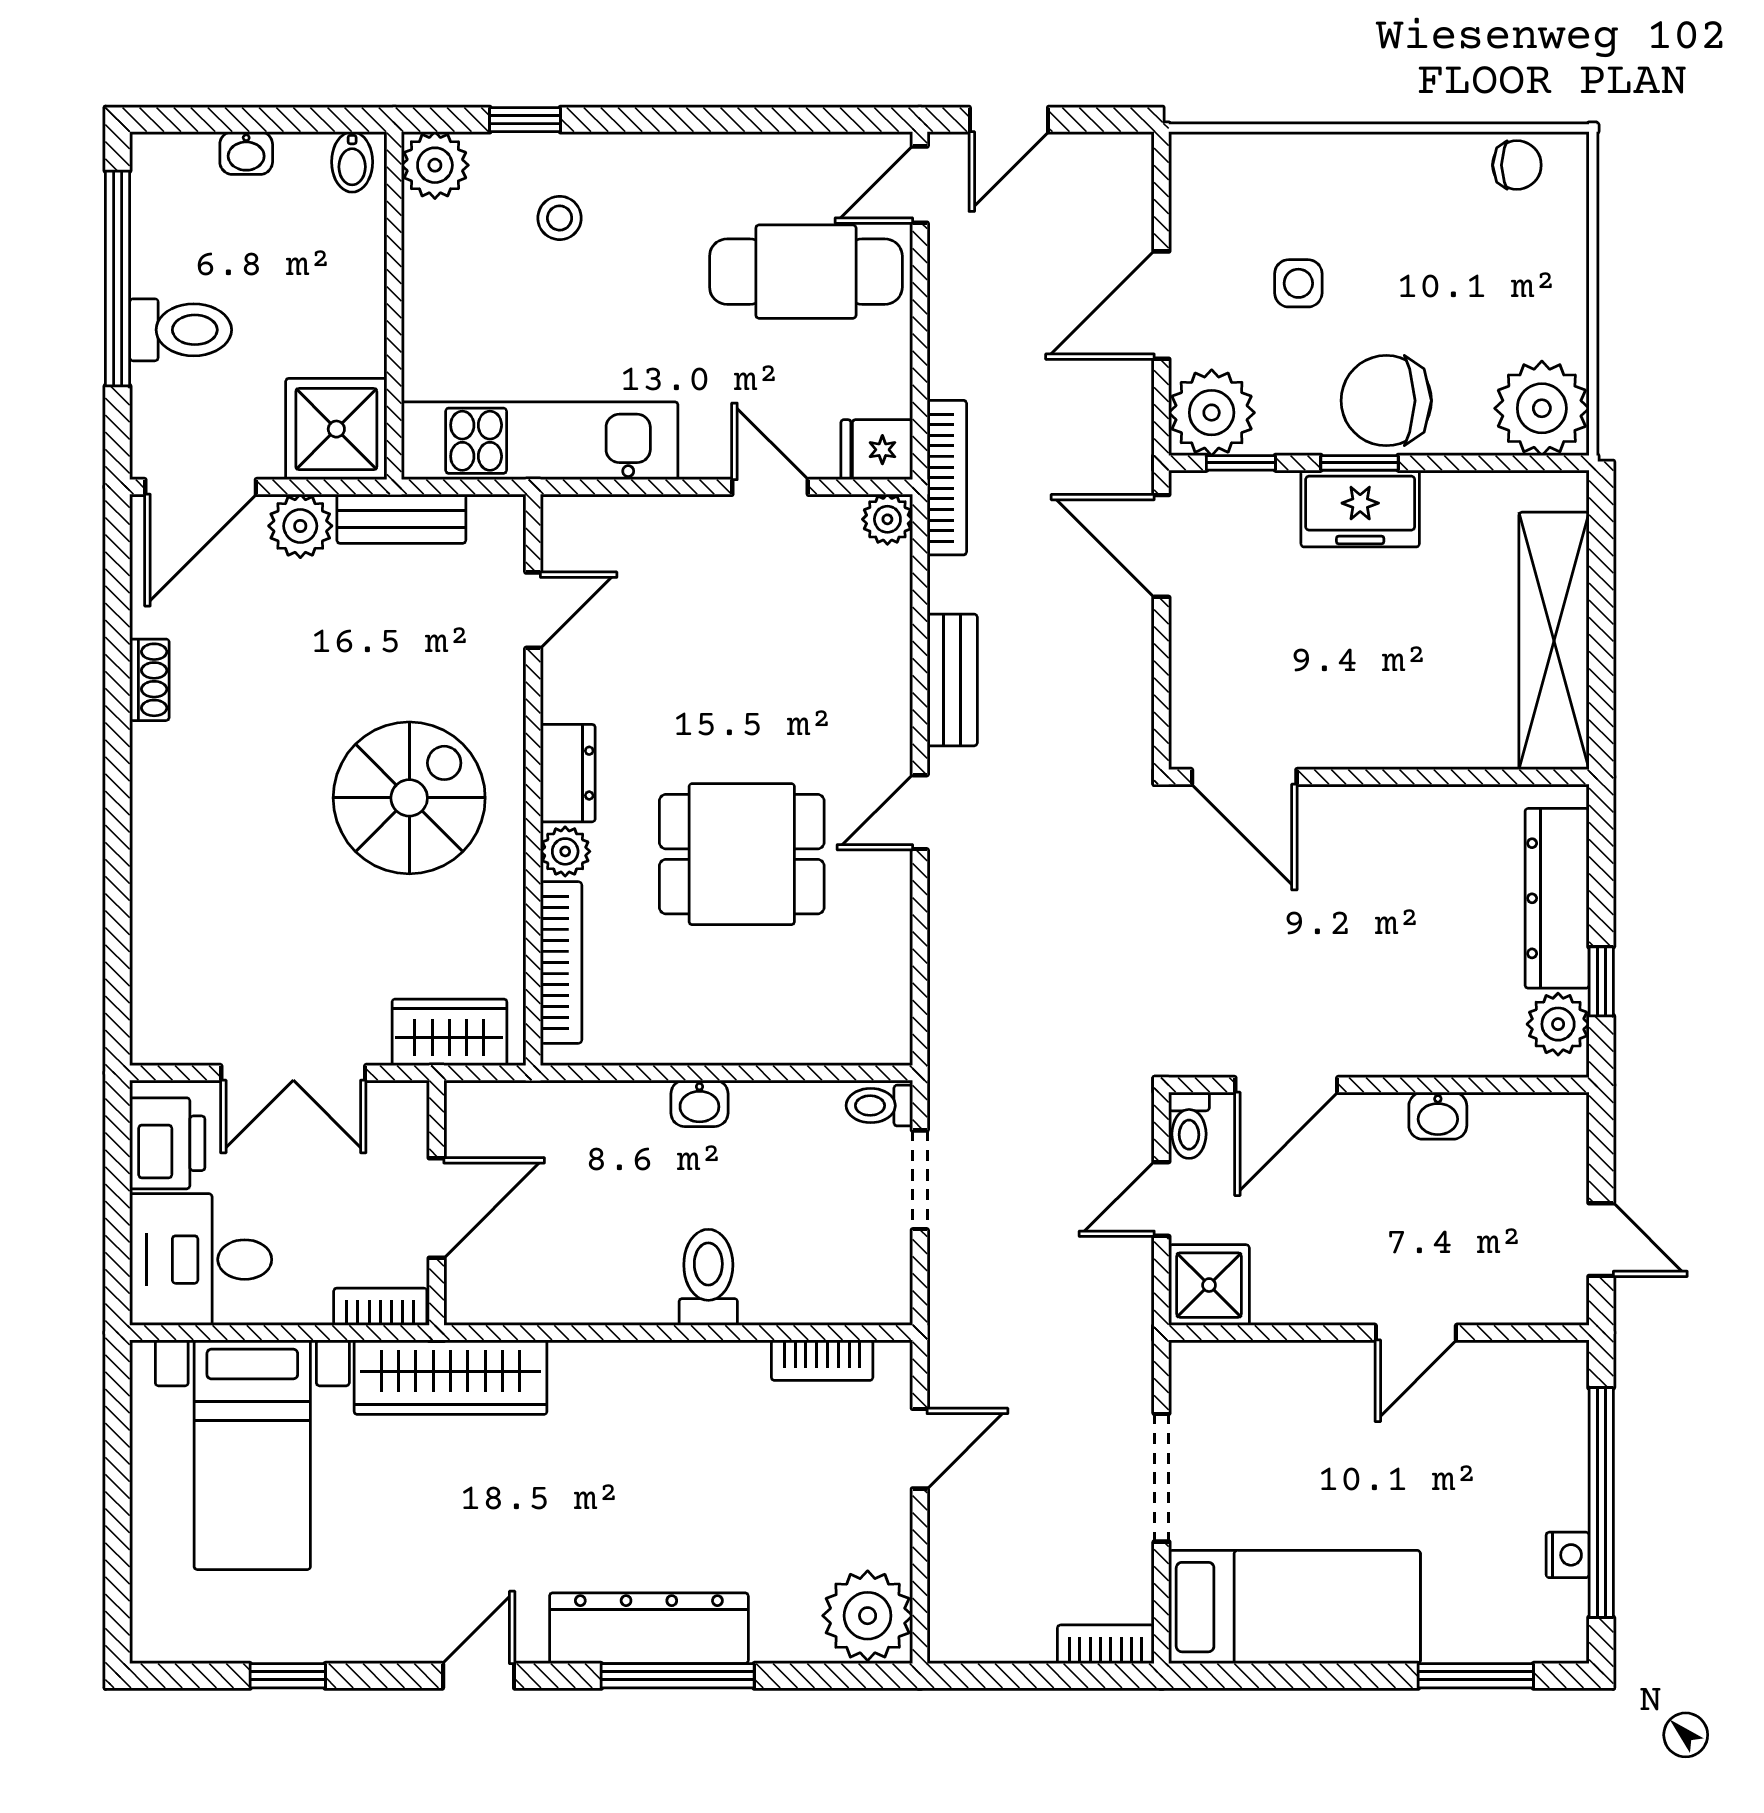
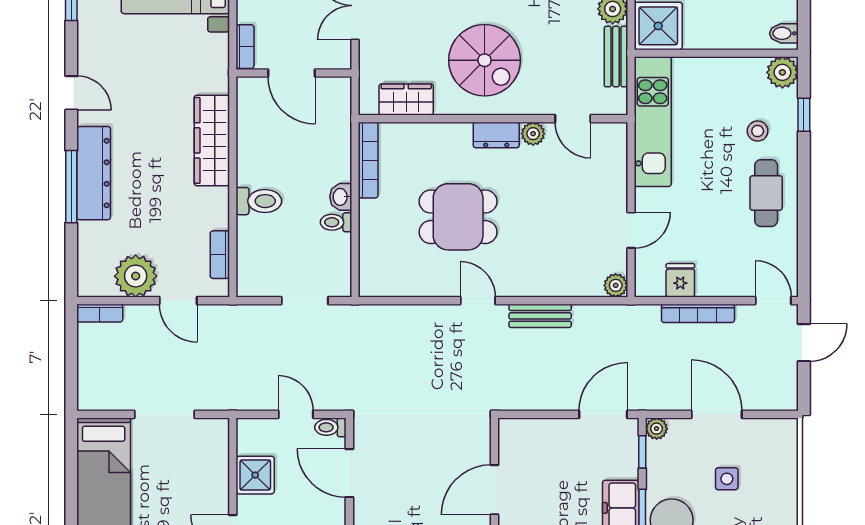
door: (1009, 120) -> (804, 343), swing flipped
cafe table: (806, 272) -> (766, 193), moved, width x0.73, depth x0.74
plant: (1212, 413) -> (657, 429), width x0.53, depth x0.53
fridge: (877, 450) -> (680, 280), moved
bookcase: (947, 478) -> (698, 313), moved
door: (1244, 777) -> (494, 490), moved
plant: (565, 851) -> (533, 134), moved
dining table: (742, 854) -> (458, 217), turned 90
bookcase: (561, 962) -> (368, 160), moved, turned -90
wardrobe: (449, 1032) -> (406, 99), moved, turned -90
toilet: (879, 1106) -> (336, 222), moved, turned -90
shower: (1209, 1285) -> (255, 475), moved
wardrobe: (451, 1377) -> (212, 140), moved
plant: (868, 1616) -> (136, 276), moved
bookcase: (1106, 1644) -> (100, 313), moved, turned 90

